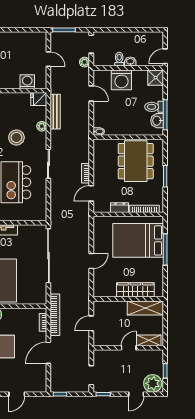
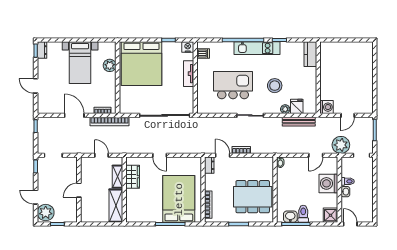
plant: (85, 62) -> (341, 145), width x1.87, depth x1.87
washing machine: (27, 82) -> (327, 107), moved
fridge: (39, 99) -> (297, 106), moved
dresser: (120, 208) -> (209, 165), moved
wardrobe: (135, 290) -> (133, 177), moved, width x0.67
shelving: (149, 340) -> (118, 177), moved
door: (129, 348) -> (79, 190), swing flipped

